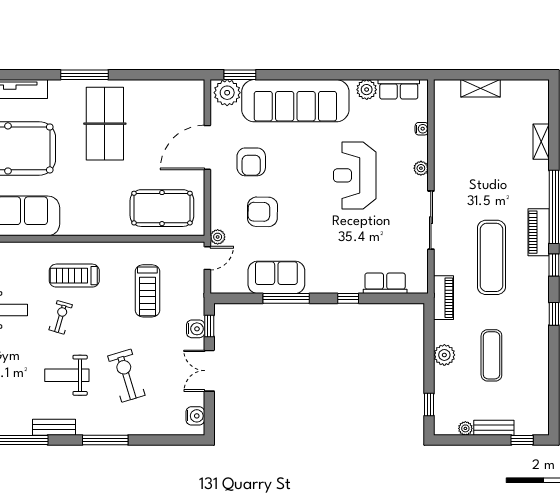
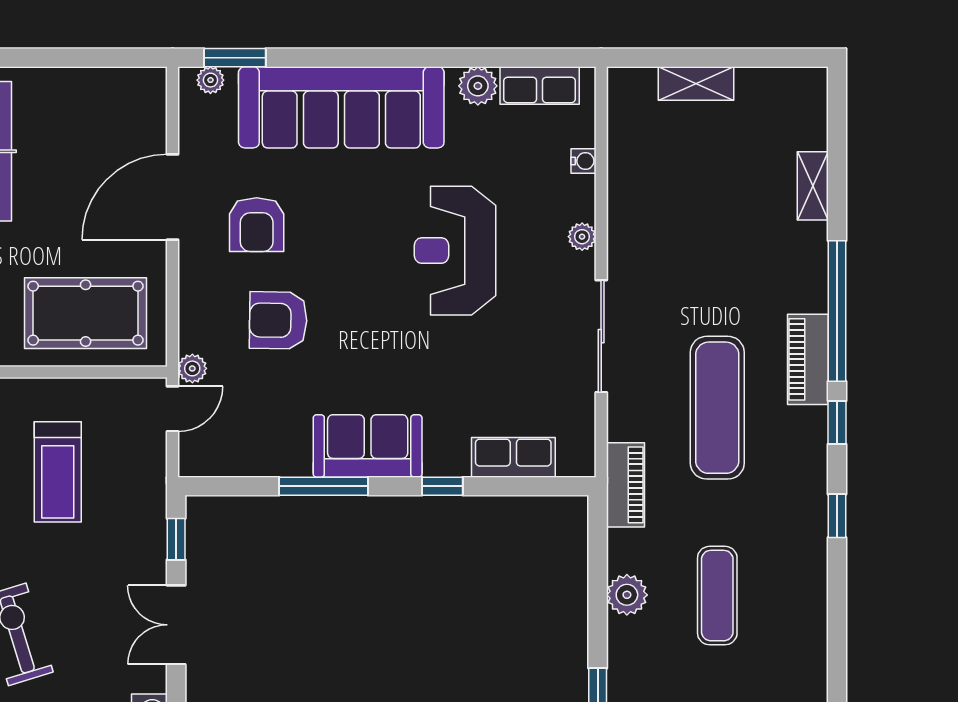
plant: (227, 93) -> (210, 80), width x0.53, depth x0.53
sofa: (276, 277) -> (368, 446), moved
water cooler: (196, 329) -> (150, 545), removed

